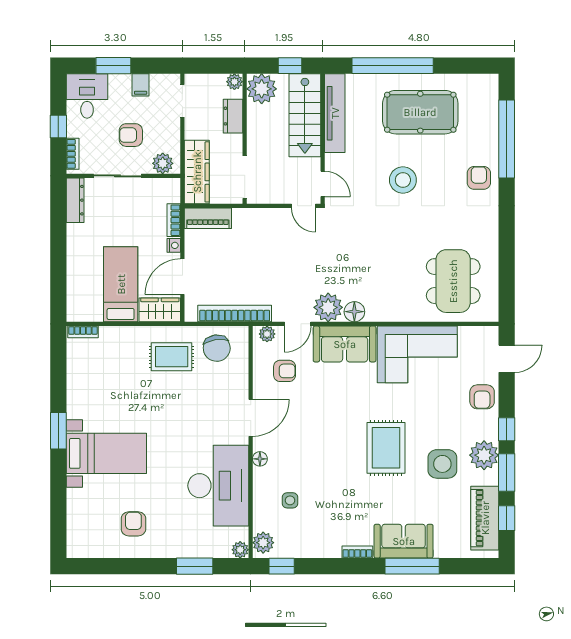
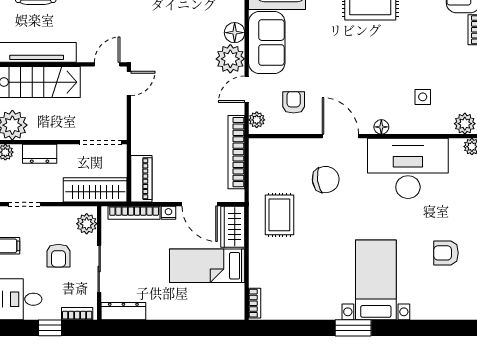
bookcase: (174, 220) -> (134, 213), width x1.56
door: (298, 324) -> (247, 89), swing flipped
chair: (217, 348) -> (326, 180), moved

